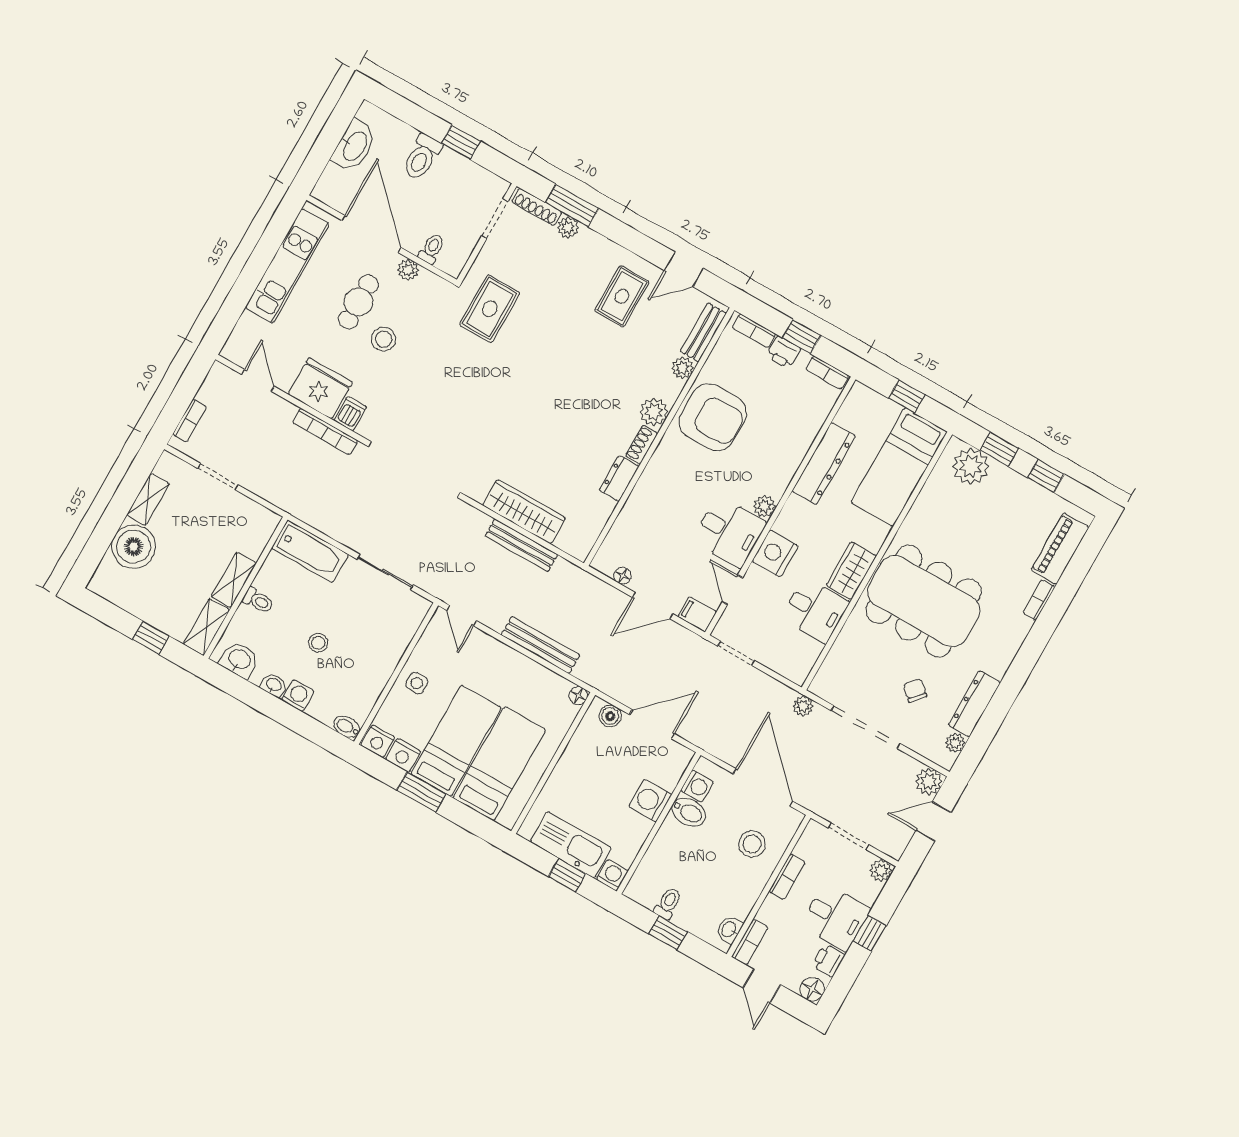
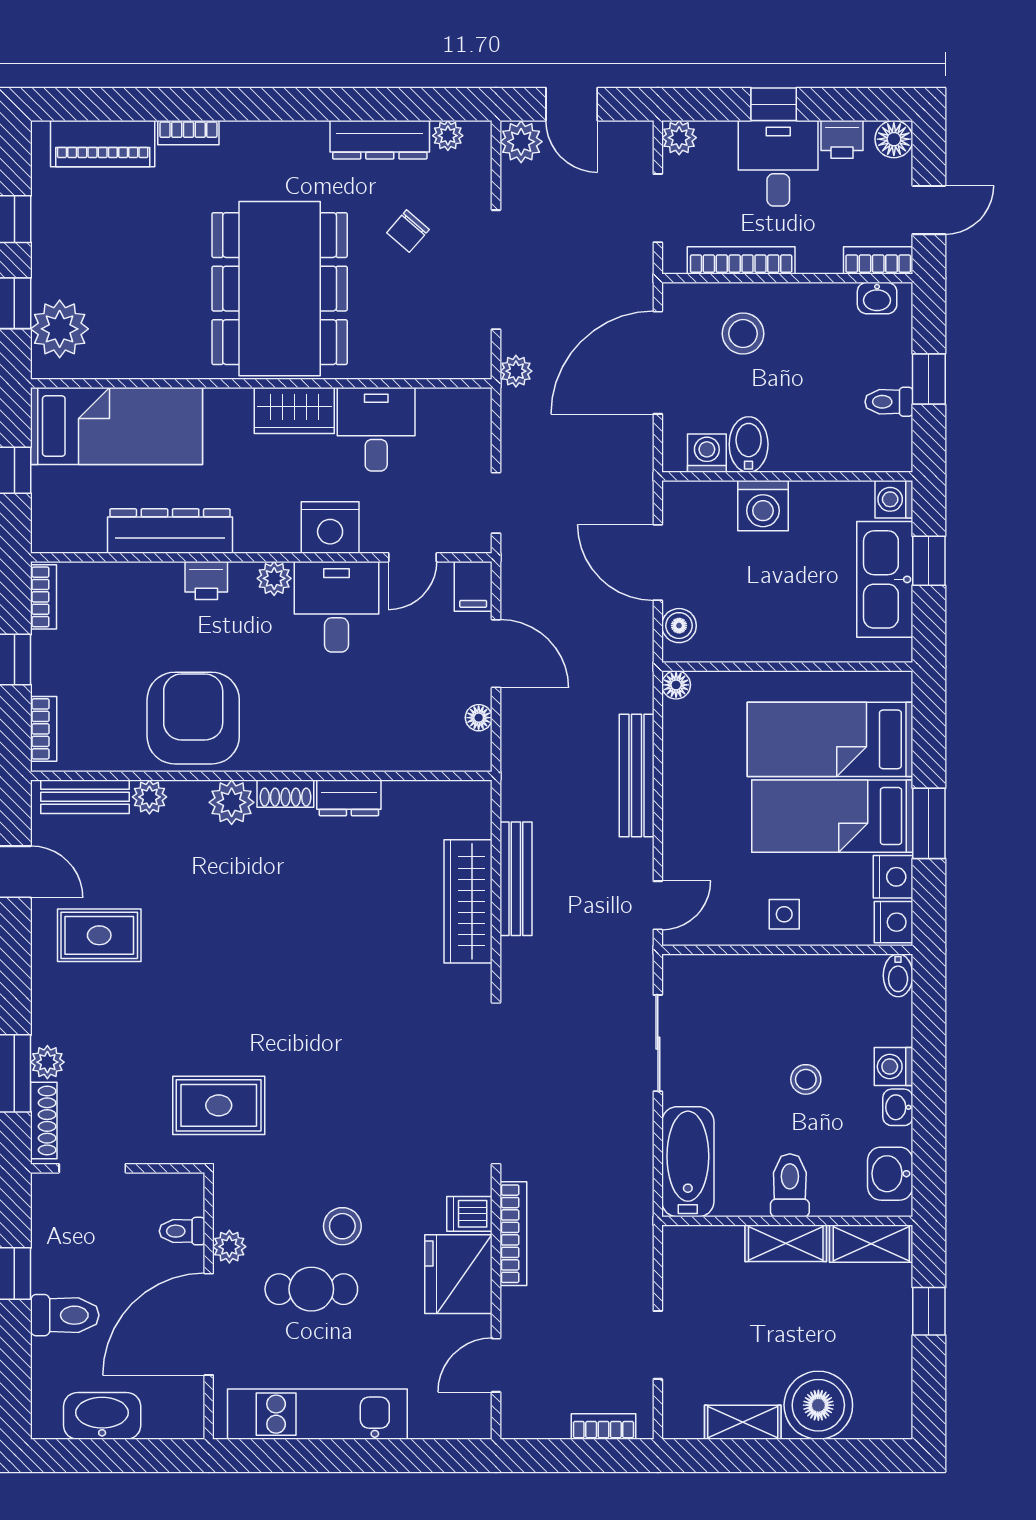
printer: (784, 352) -> (206, 581), moved, turned 90
toilet: (258, 601) -> (790, 1185), width x1.37, depth x1.39
bookcase: (787, 877) -> (741, 260), width x1.56

